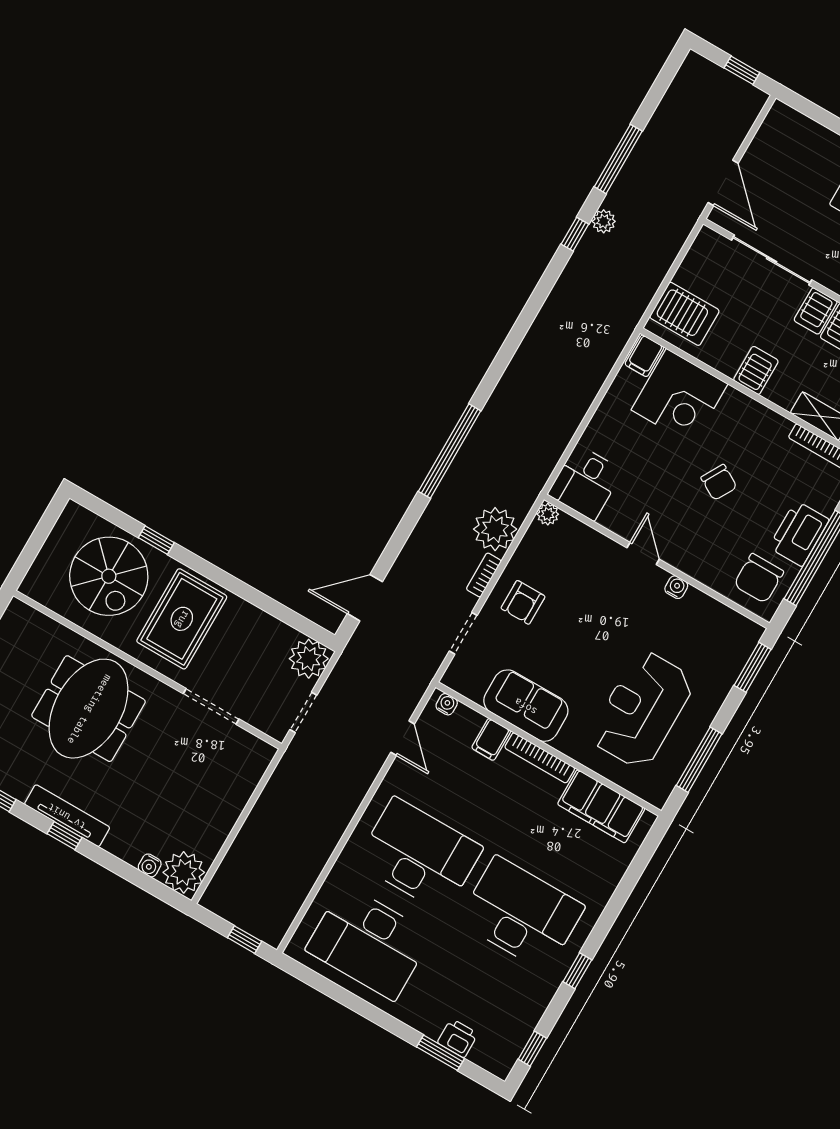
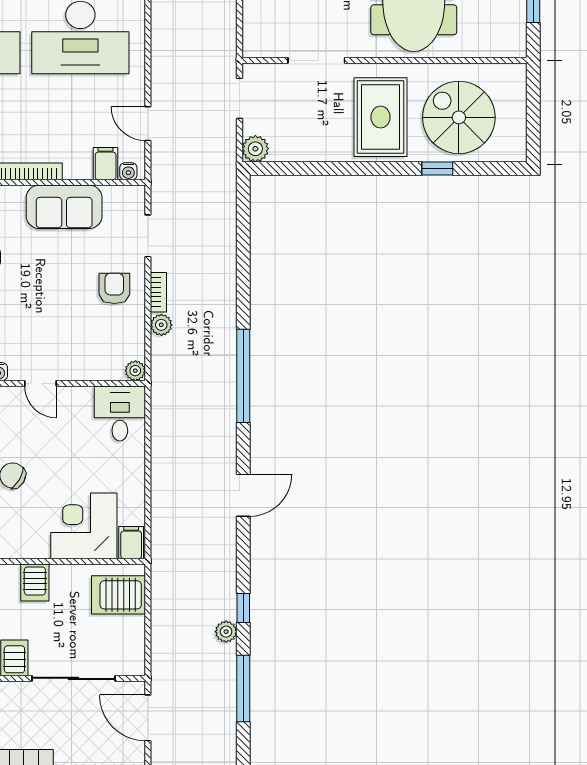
plant: (495, 529) -> (161, 325), width x0.53, depth x0.53
door: (365, 598) -> (243, 495), moved
plant: (309, 659) -> (255, 149), width x0.73, depth x0.73
filing cabinet: (491, 739) -> (106, 164), moved

